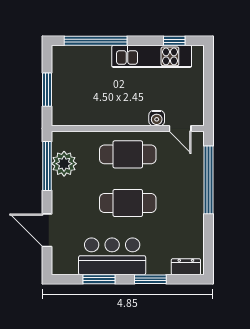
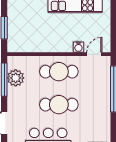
door: (180, 128) -> (94, 54), swing flipped

